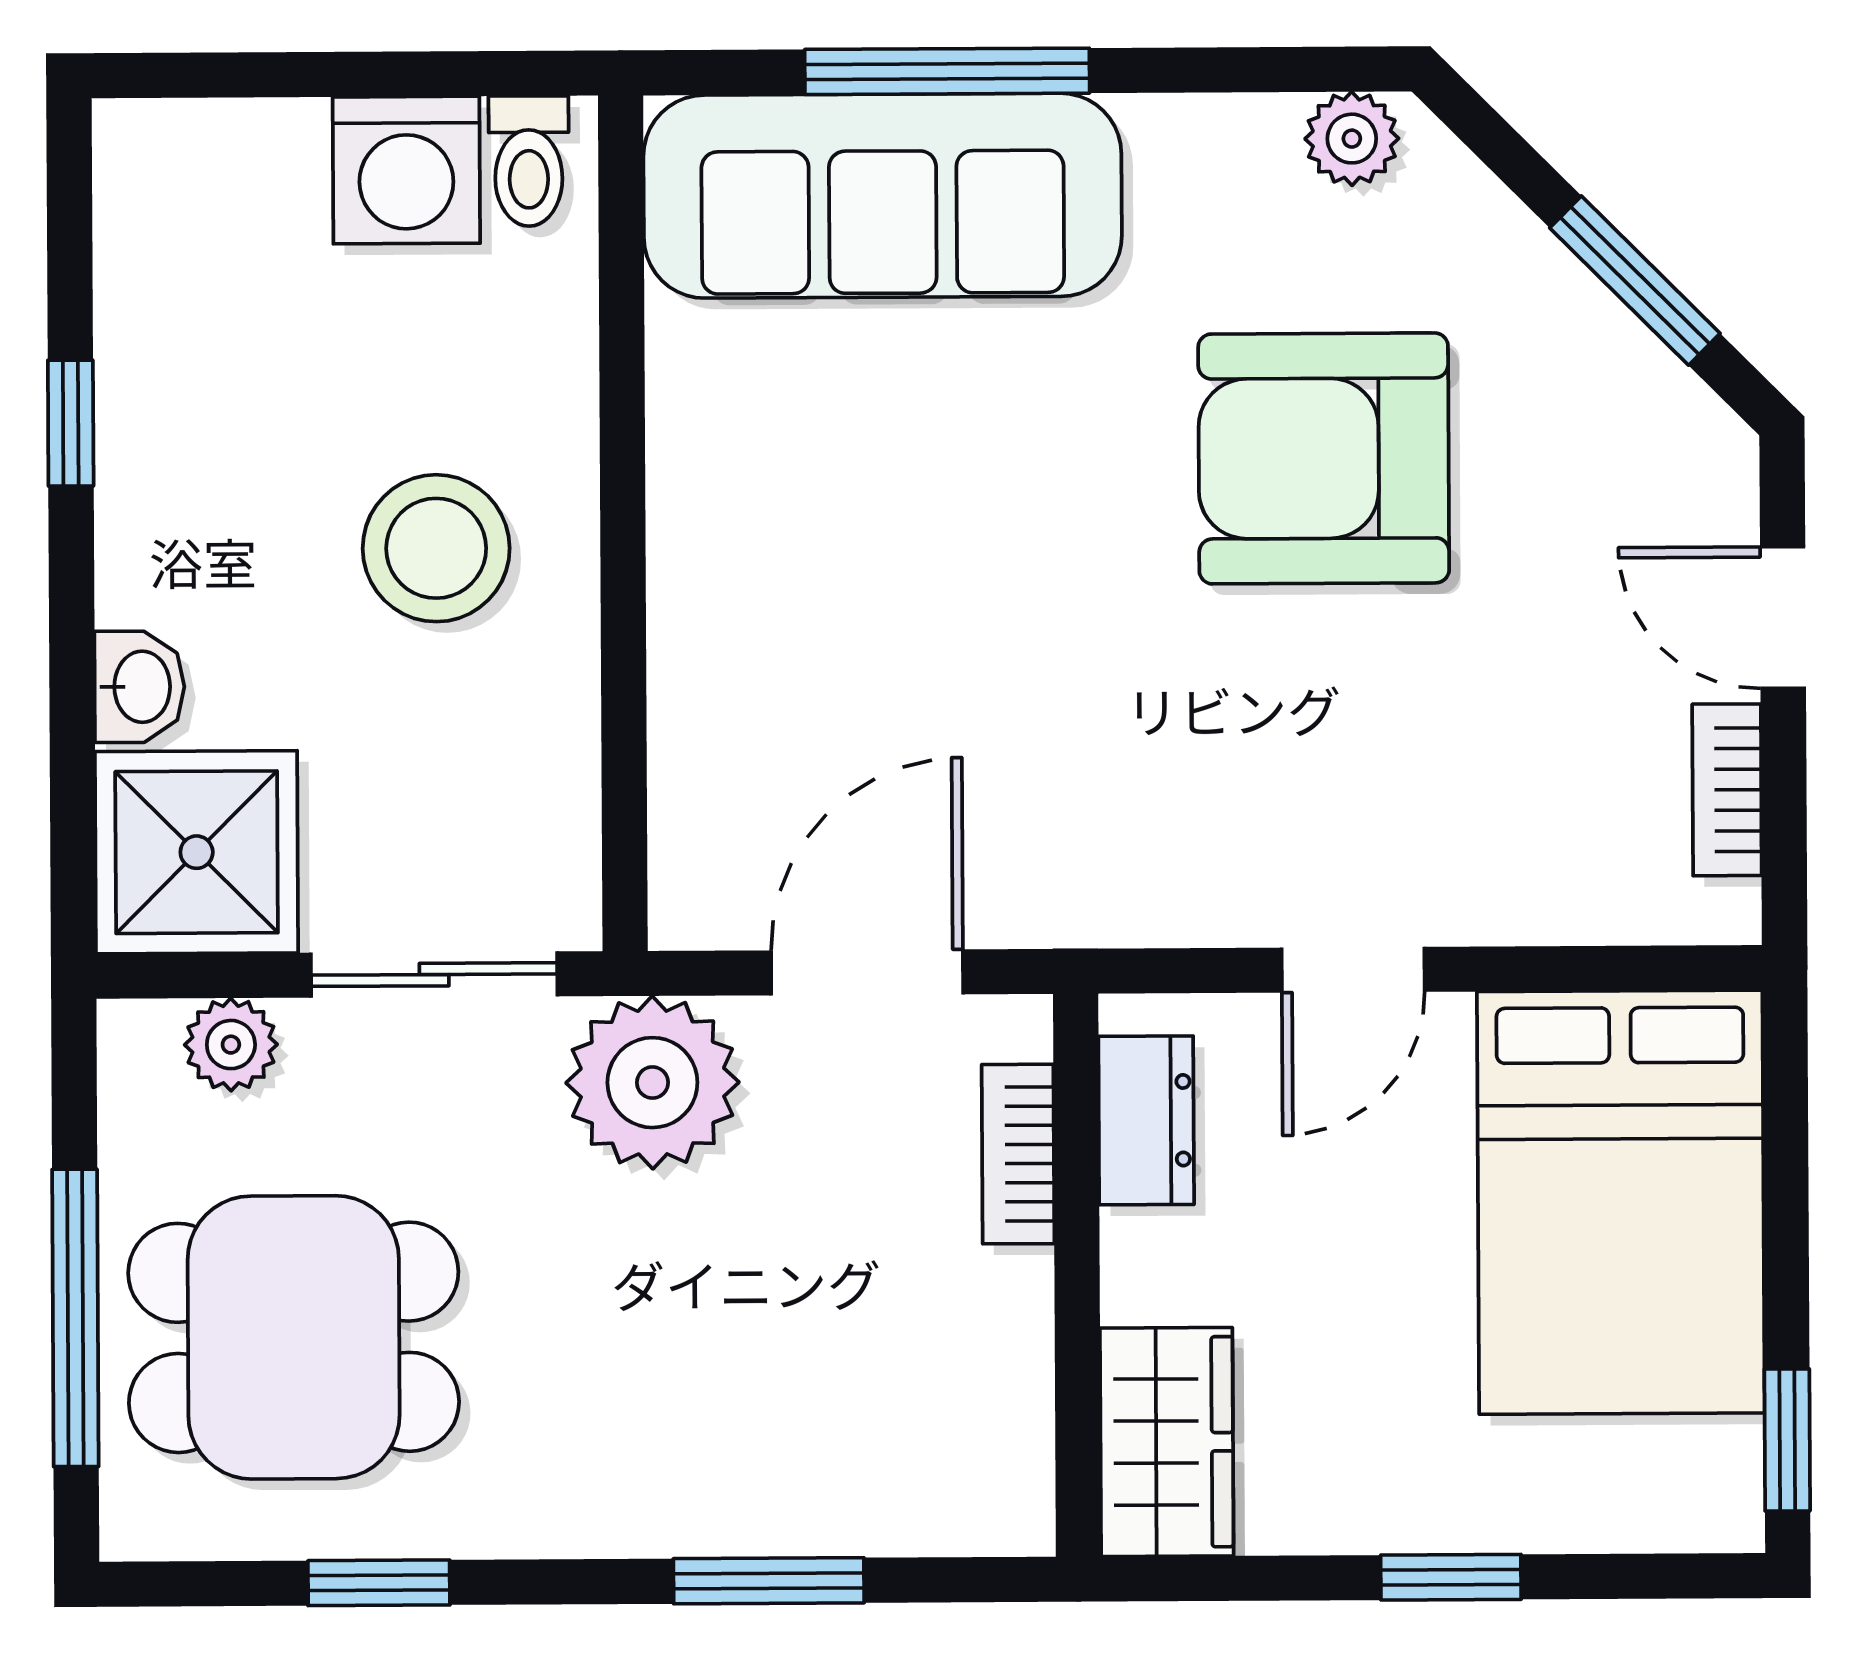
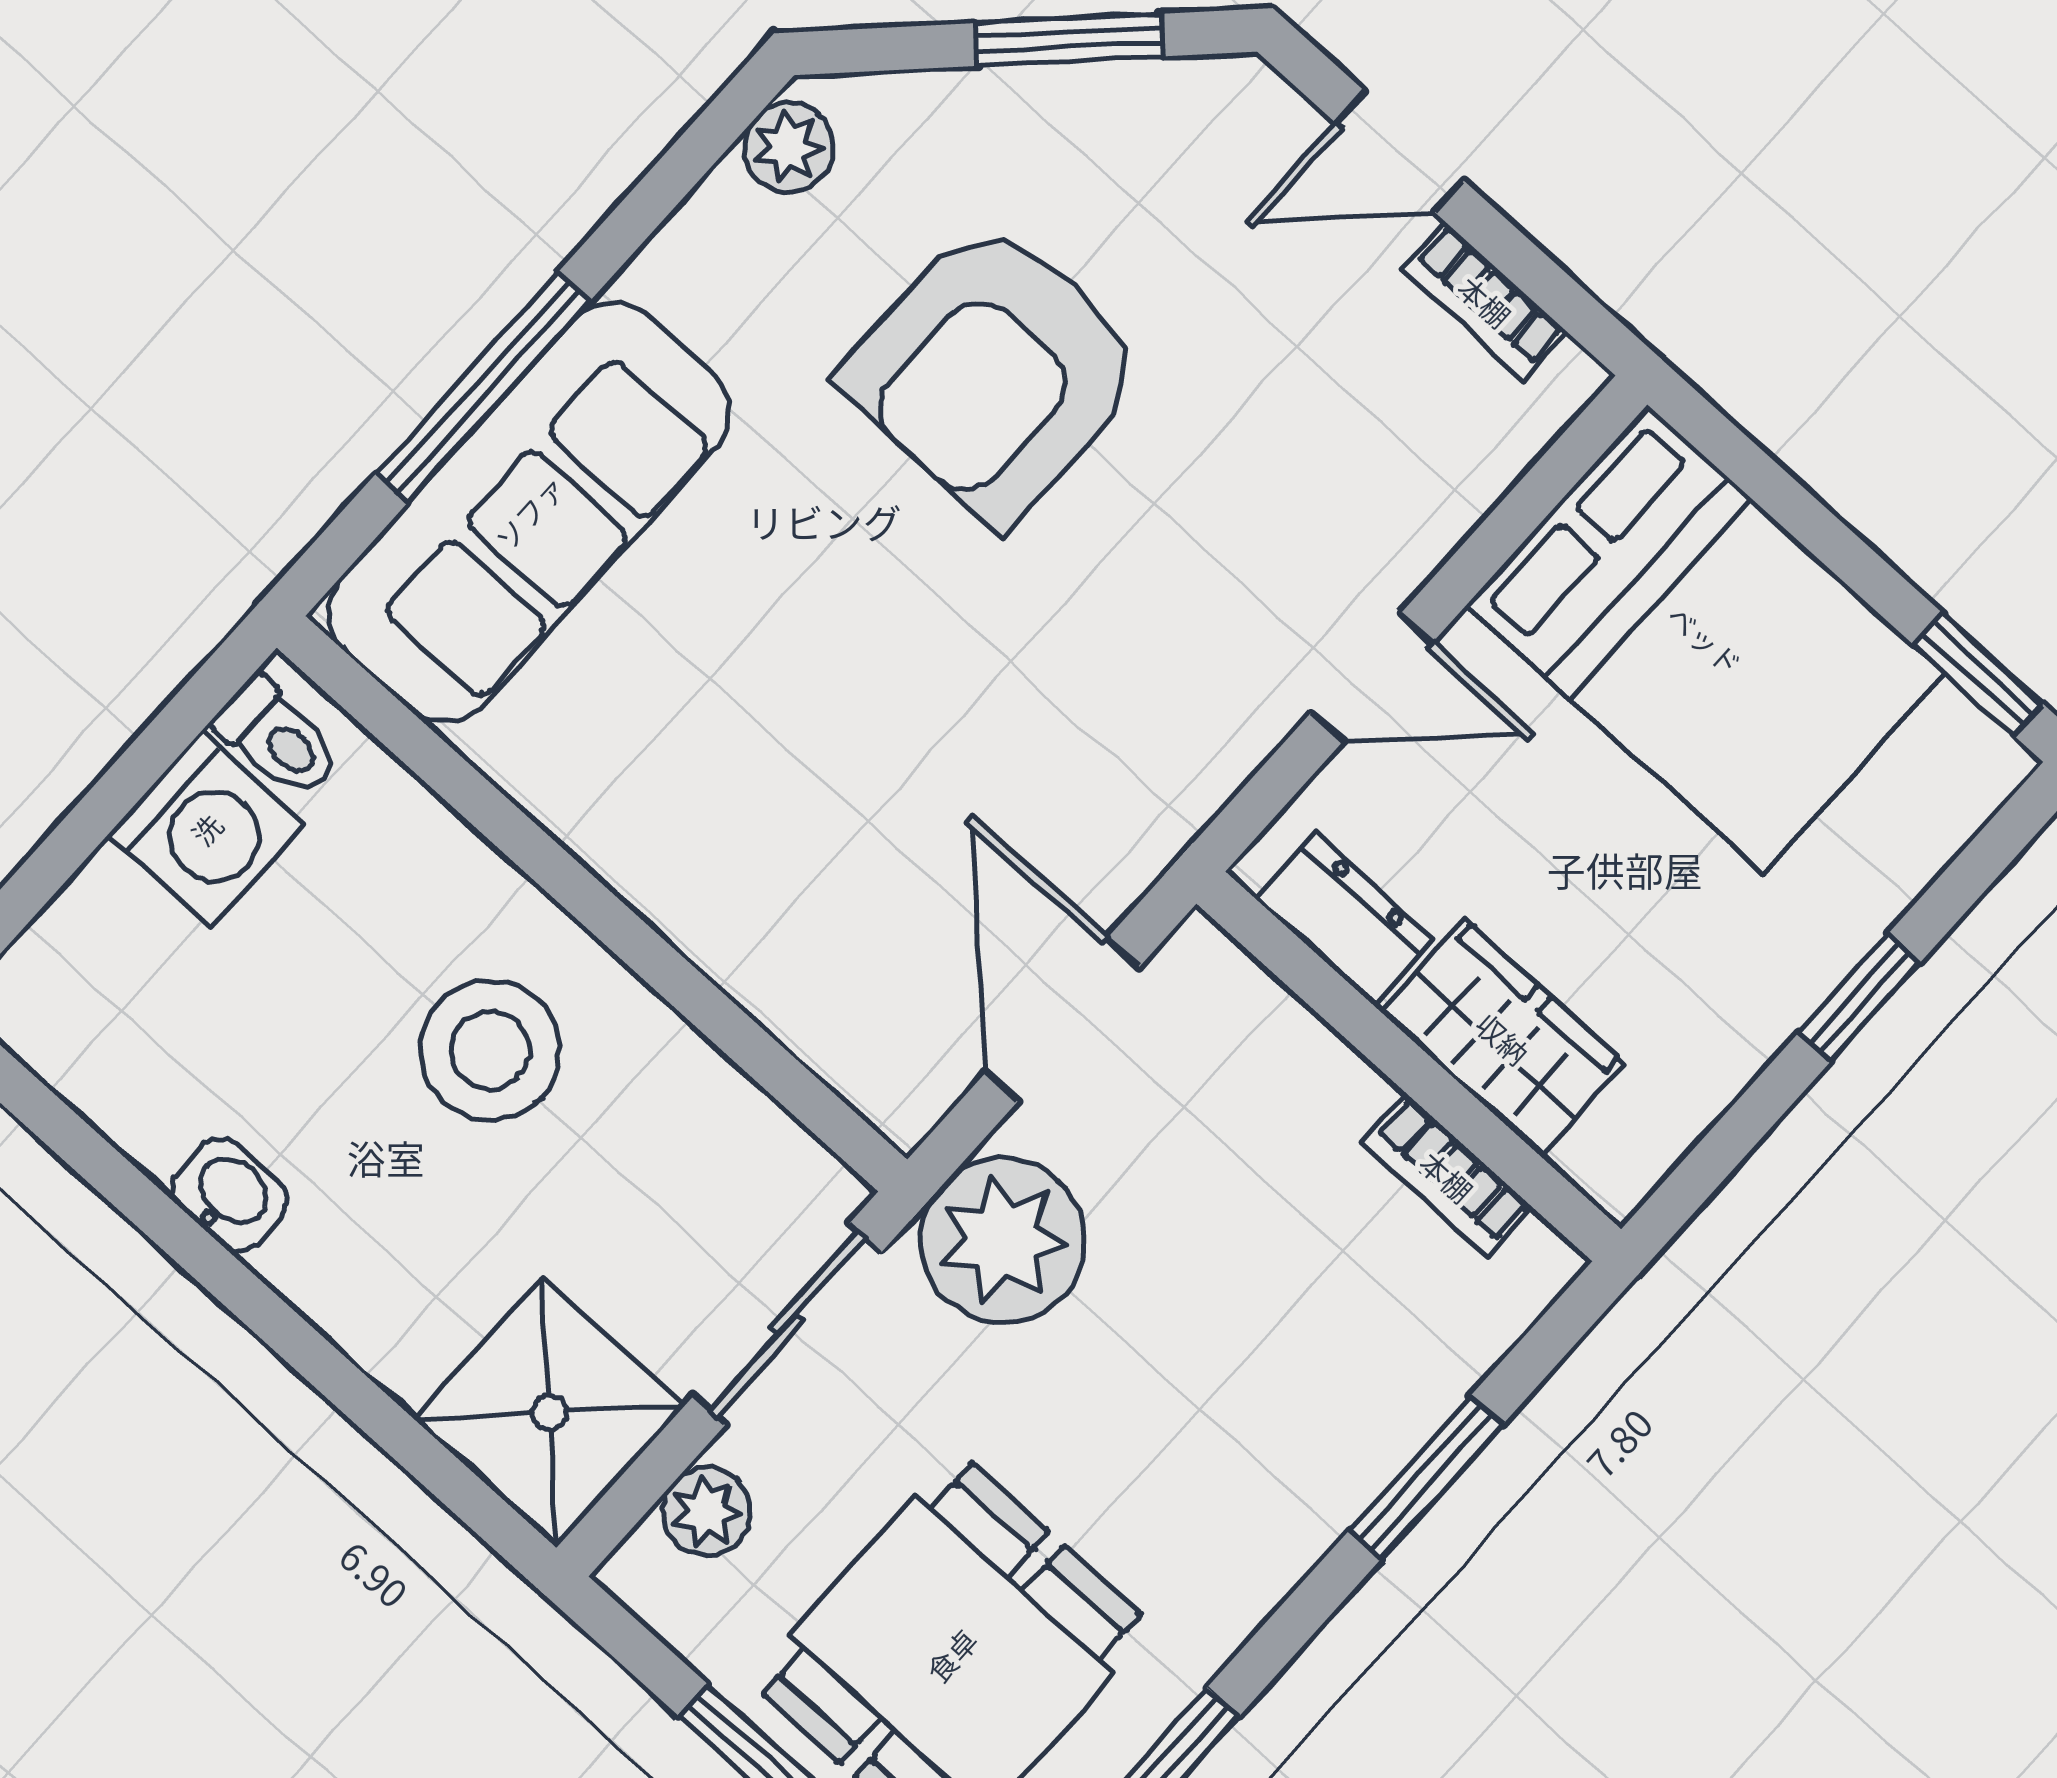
window: (71, 423) -> (169, 1226), removed
washbasin: (139, 687) -> (230, 1195), moved
door: (1353, 970) -> (1372, 678), hinge flipped
bookcase: (1018, 1154) -> (1447, 1176), moved
wardrobe: (1167, 1442) -> (1503, 1038), moved

